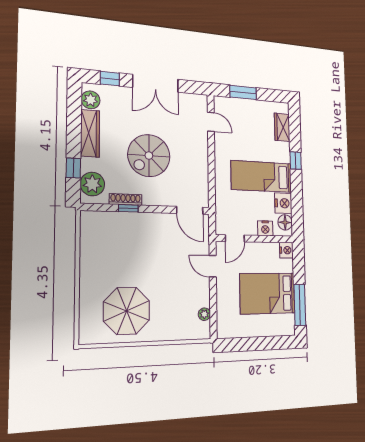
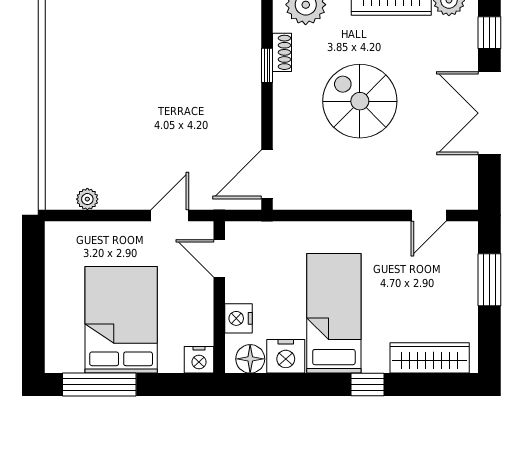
wardrobe: (282, 127) -> (430, 358), width x1.50
shoe rack: (126, 199) -> (282, 52), width x0.70
parasol: (127, 311) -> (96, 63), removed

